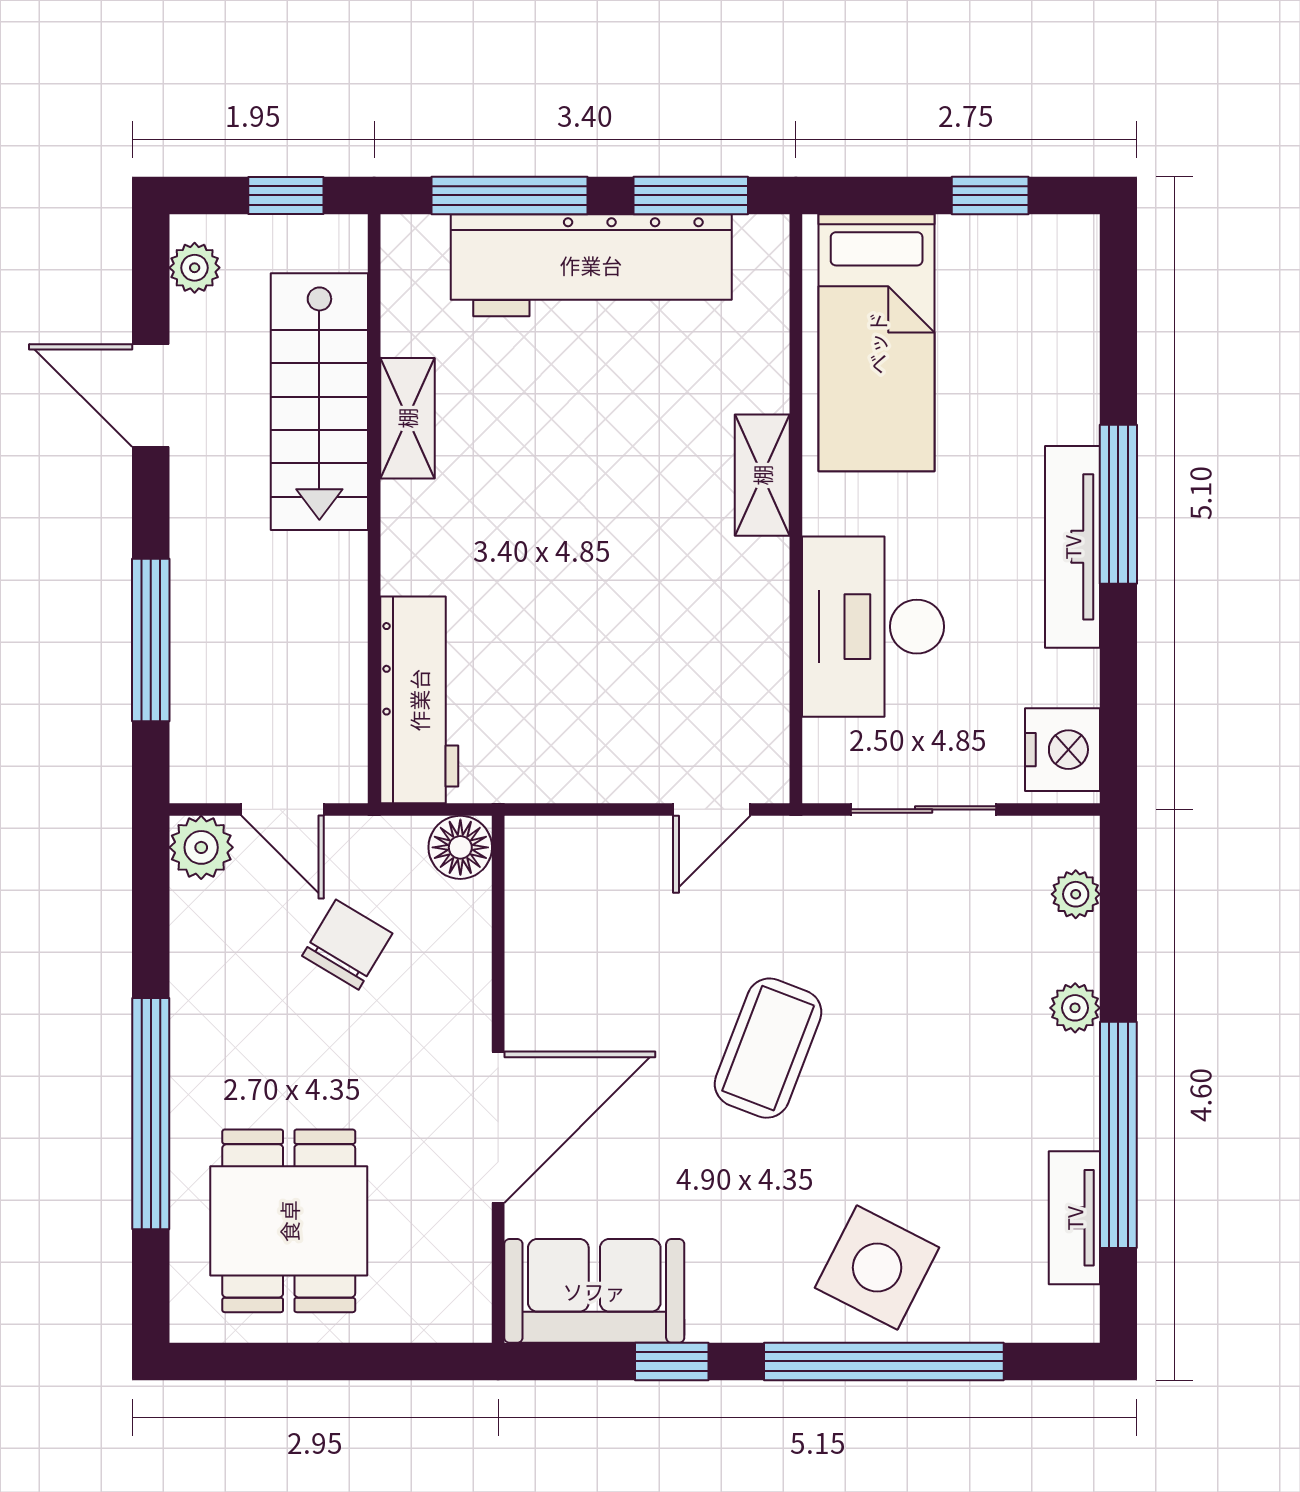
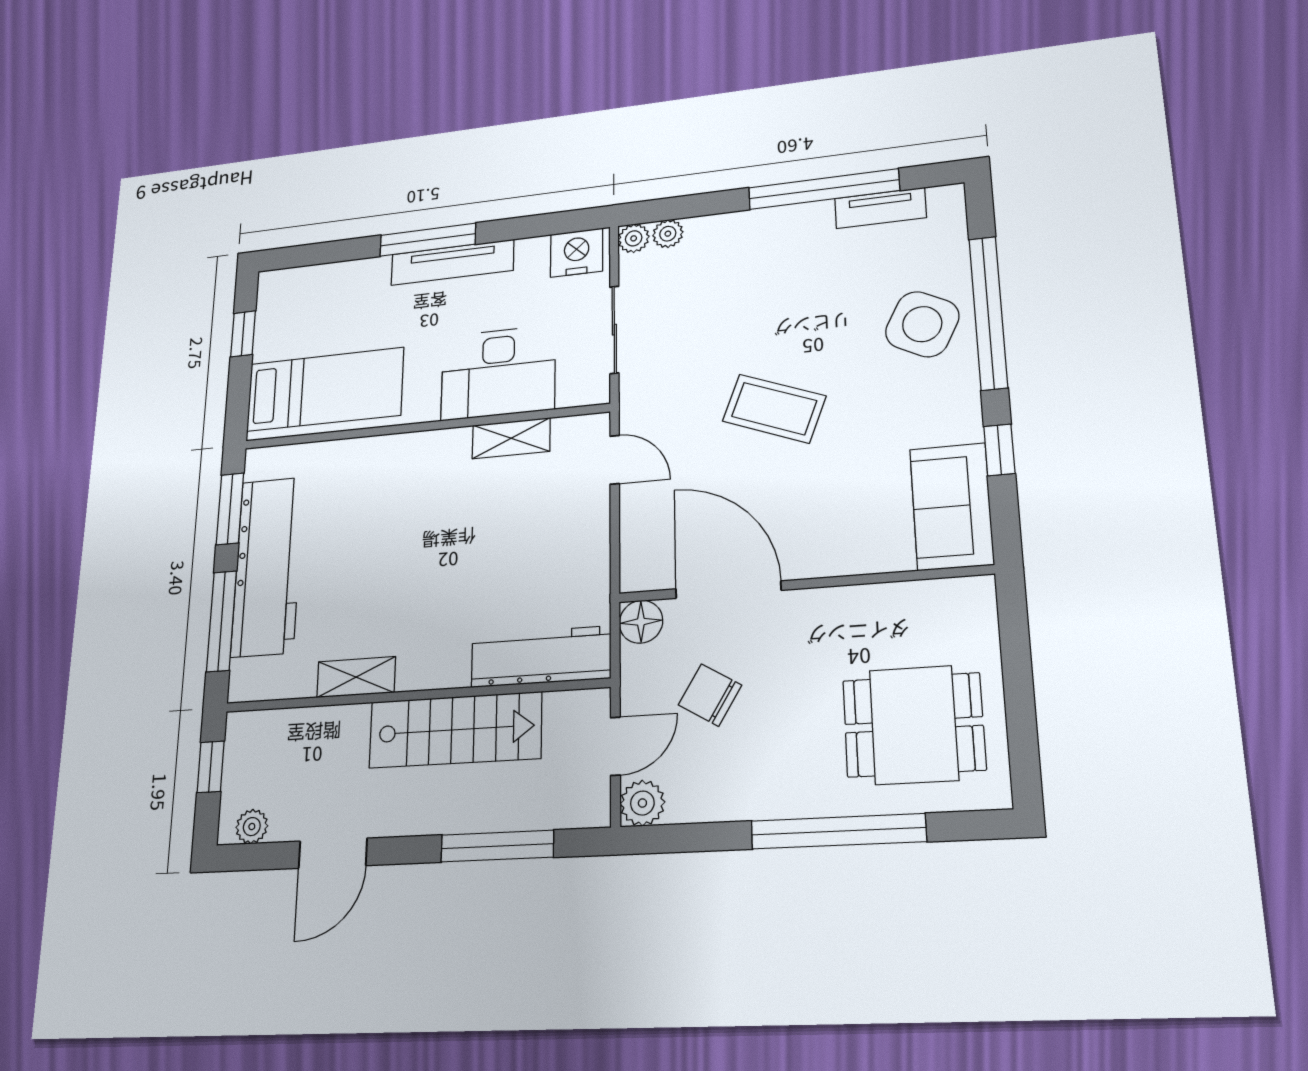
stairs: (319, 402) -> (455, 730), moved
shelving: (762, 475) -> (511, 438), moved
plant: (1075, 1008) -> (634, 238), moved
door: (498, 1127) -> (728, 590), moved

